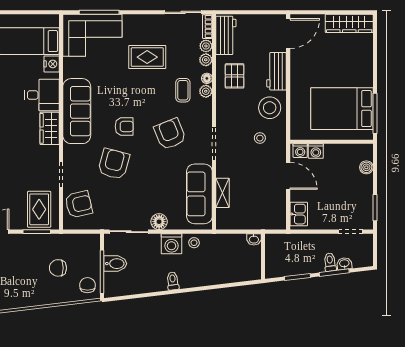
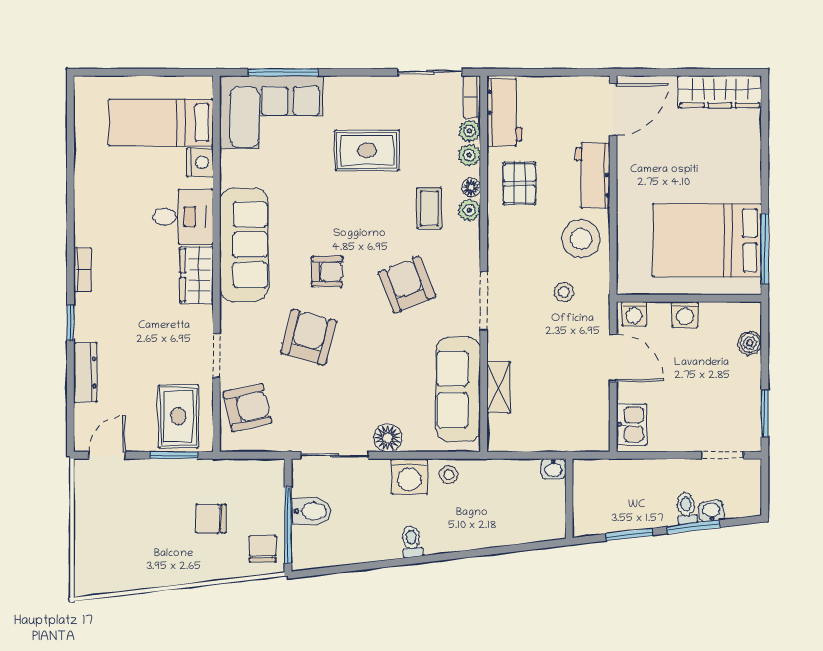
washing machine: (316, 151) -> (685, 314), moved

